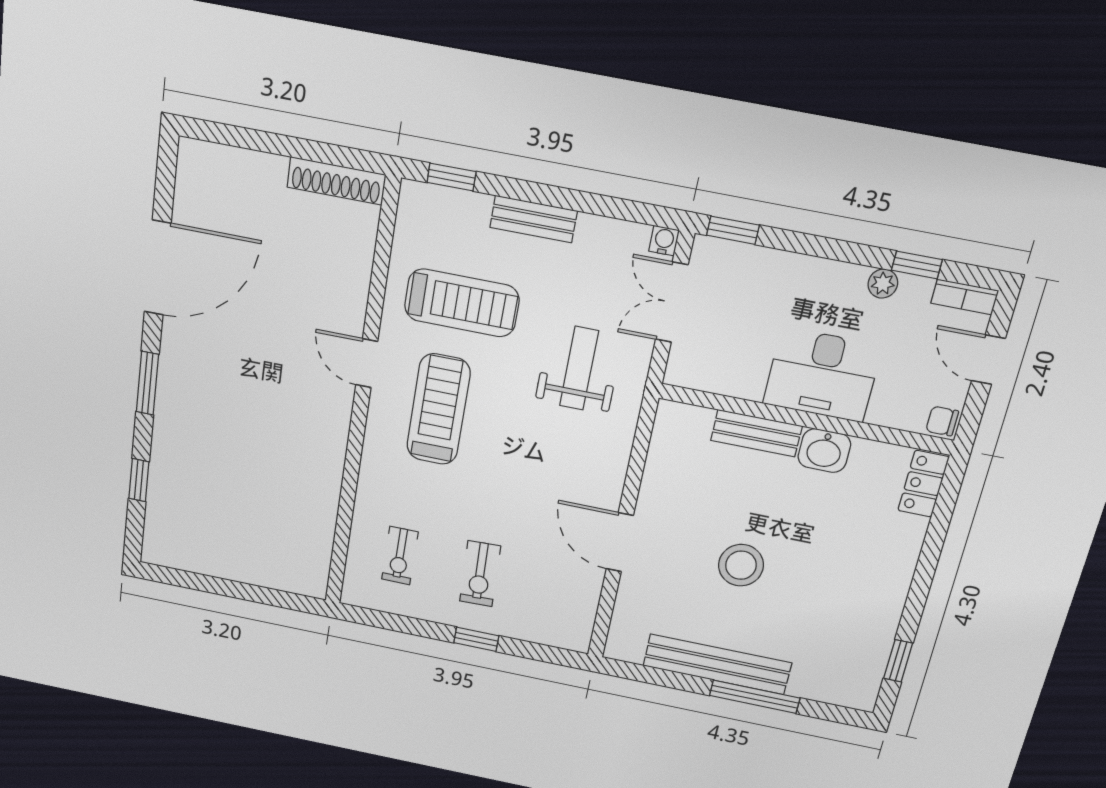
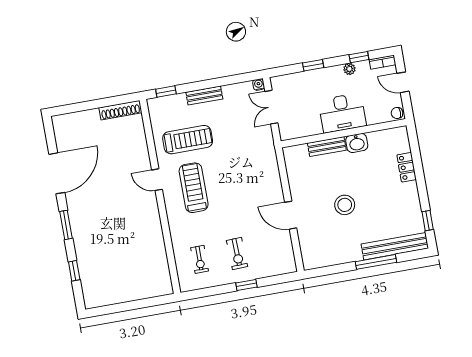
window: (733, 230) -> (313, 65), moved
weight bench: (579, 368) -> (245, 148), removed
locker: (923, 484) -> (407, 167), moved
bench: (717, 664) -> (395, 246), moved

